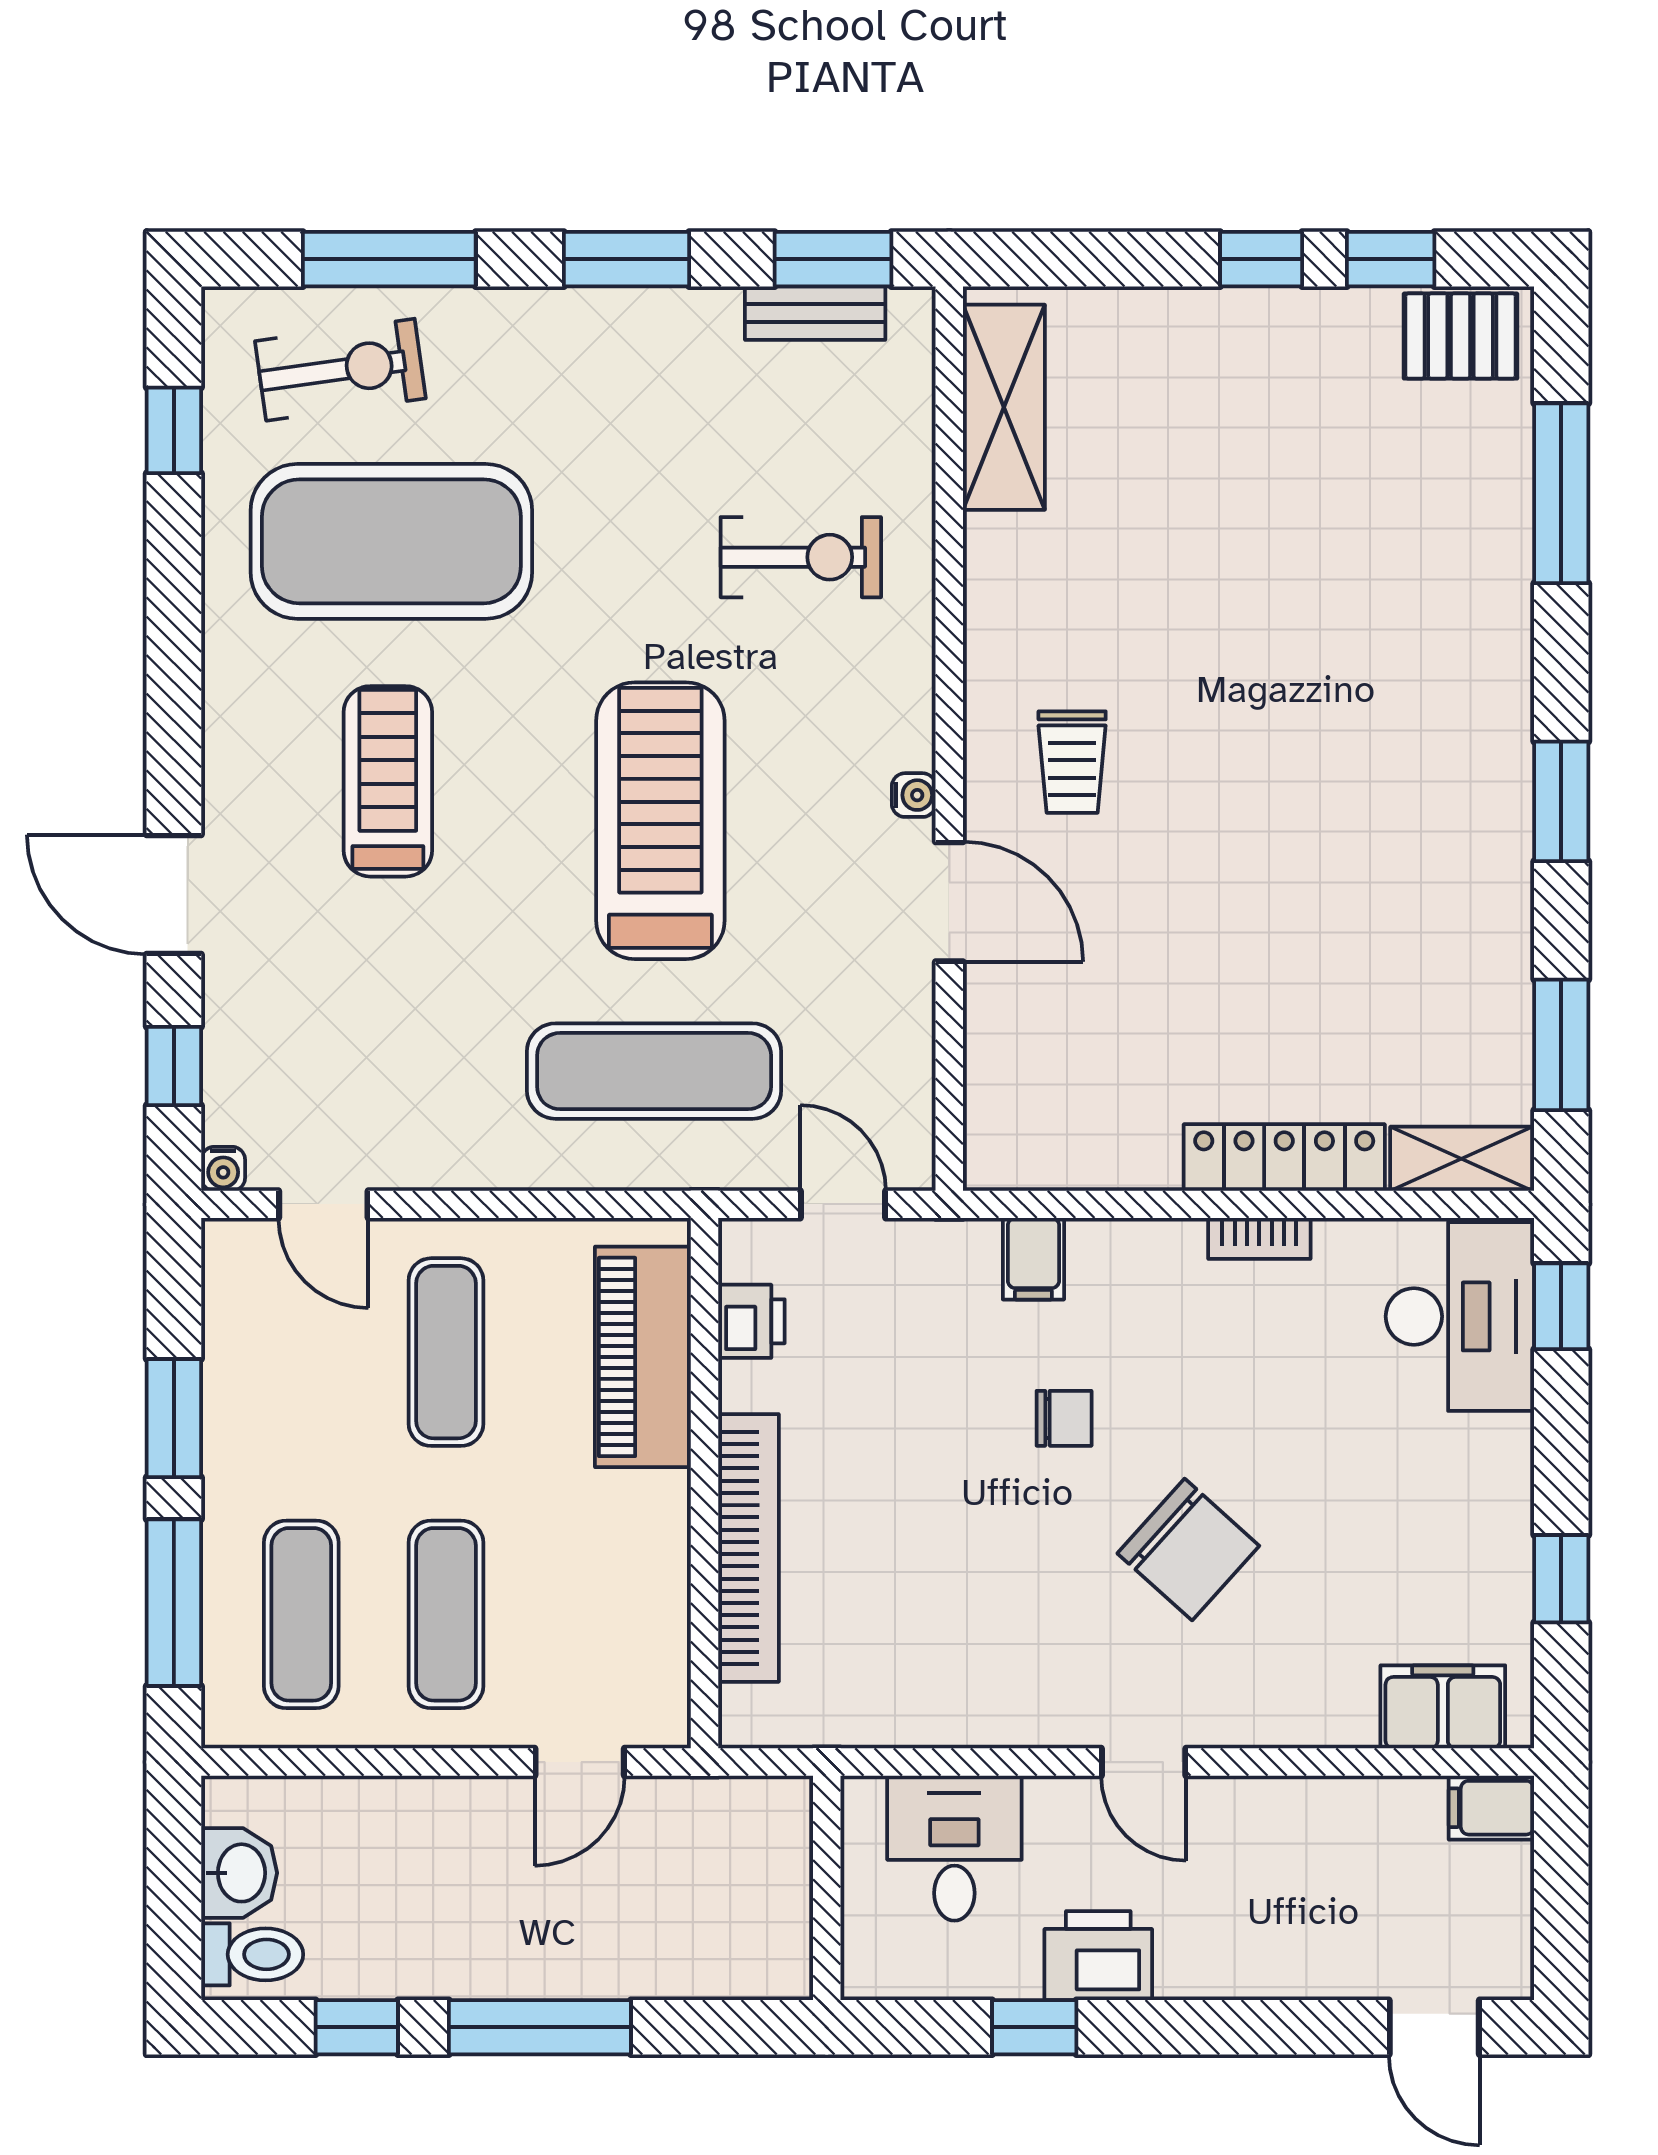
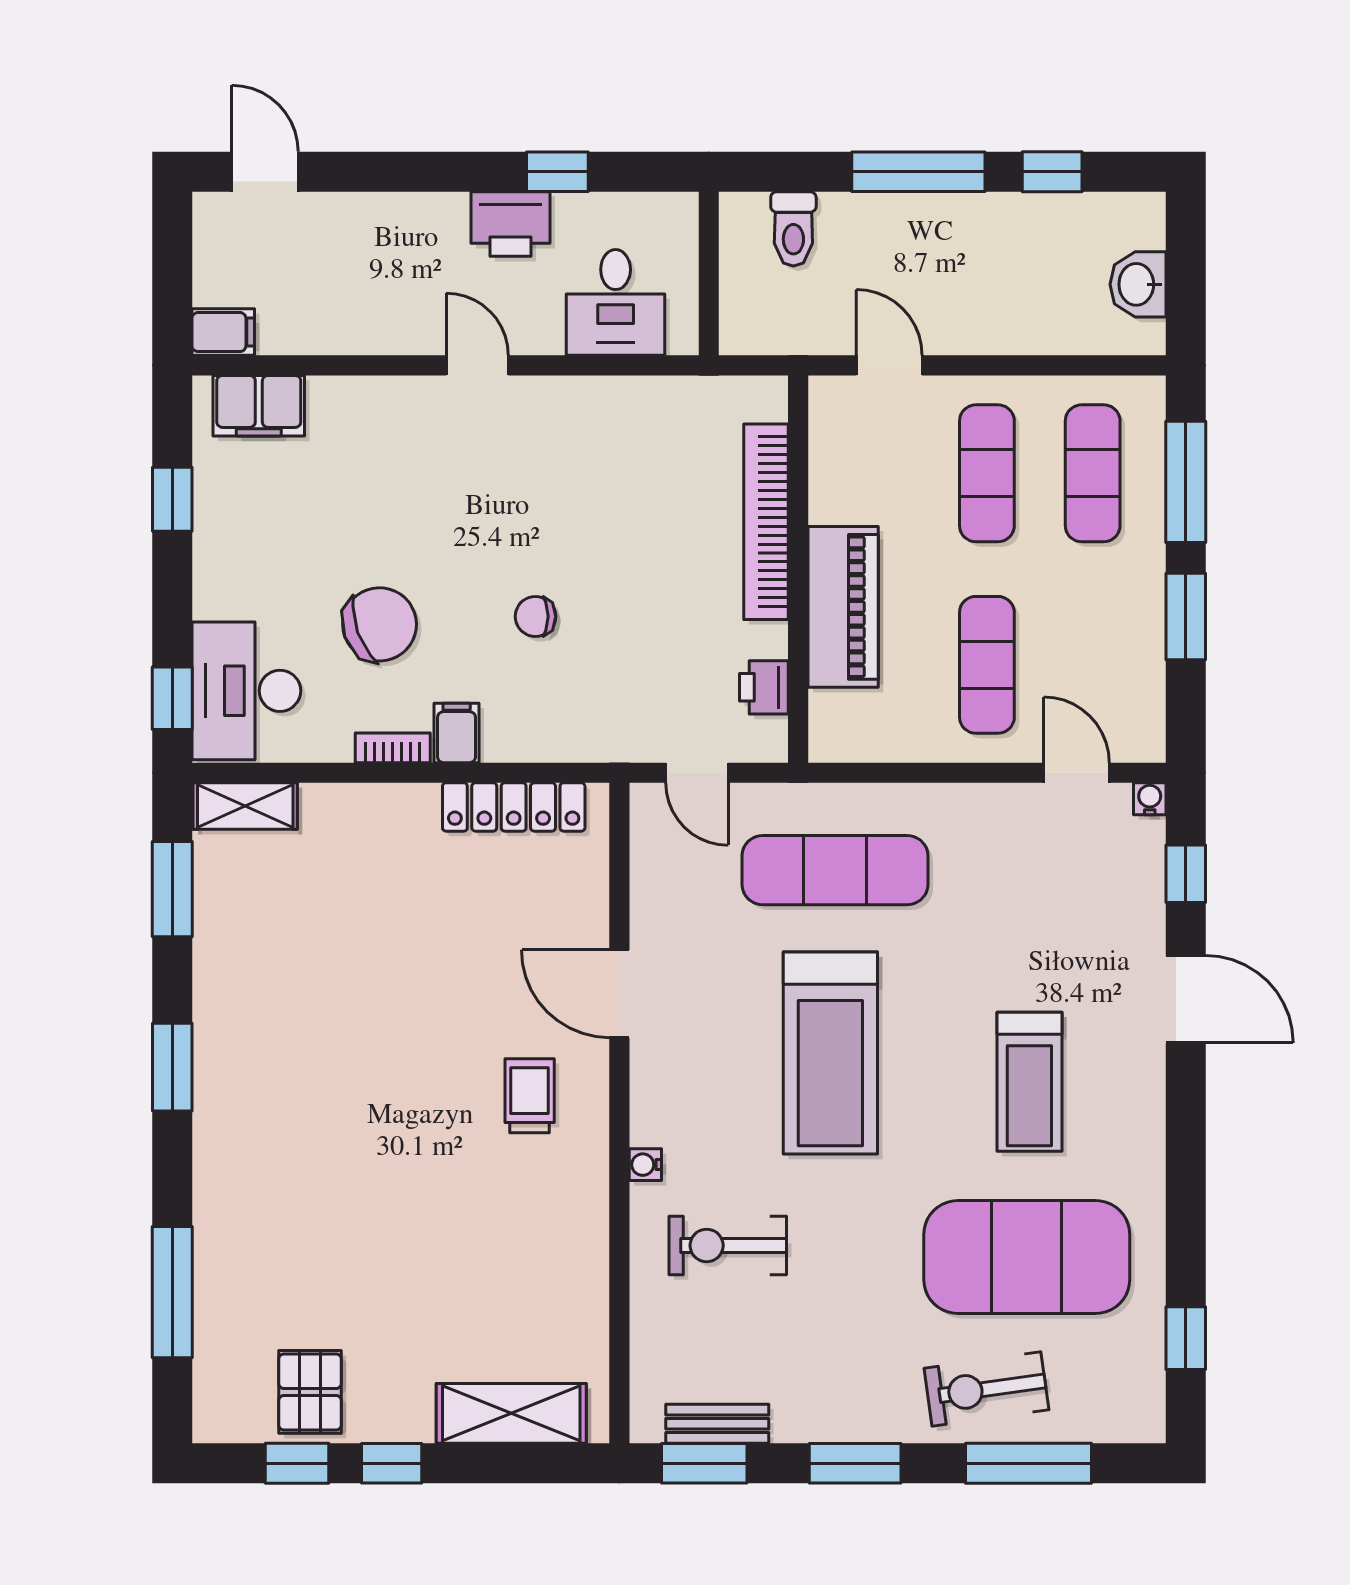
pallet: (1461, 336) -> (310, 1392), moved, turned 90
exercise bike: (340, 370) -> (986, 1389), moved
shelving: (1004, 407) -> (511, 1413), moved, turned 90
water cooler: (914, 795) -> (645, 1165), moved
locker: (1284, 1158) -> (514, 807), moved
filing cabinet: (1033, 1259) -> (457, 733), moved
piano: (643, 1357) -> (843, 607), moved
chair: (1188, 1550) -> (380, 624), moved, turned 118
door: (580, 1762) -> (889, 365), hinge flipped
toilet: (252, 1954) -> (793, 229), moved, turned -90

